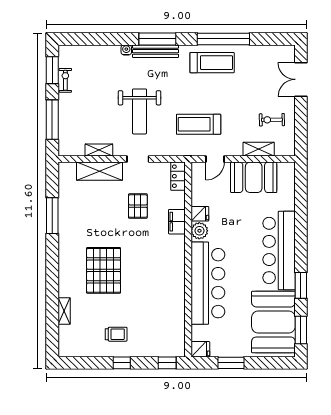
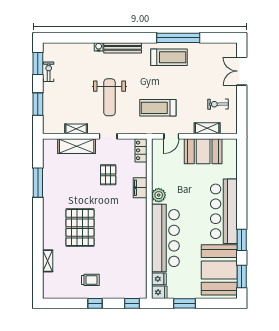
window: (157, 39) -> (124, 38), removed
window: (52, 120) -> (38, 104), width x0.69
fridge: (200, 214) -> (159, 279), moved

